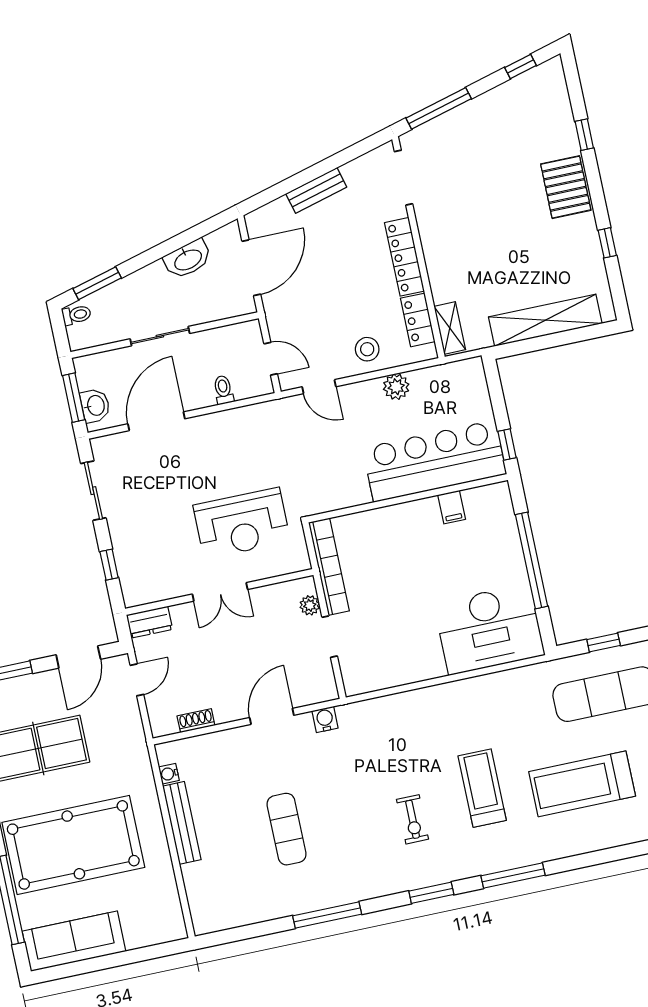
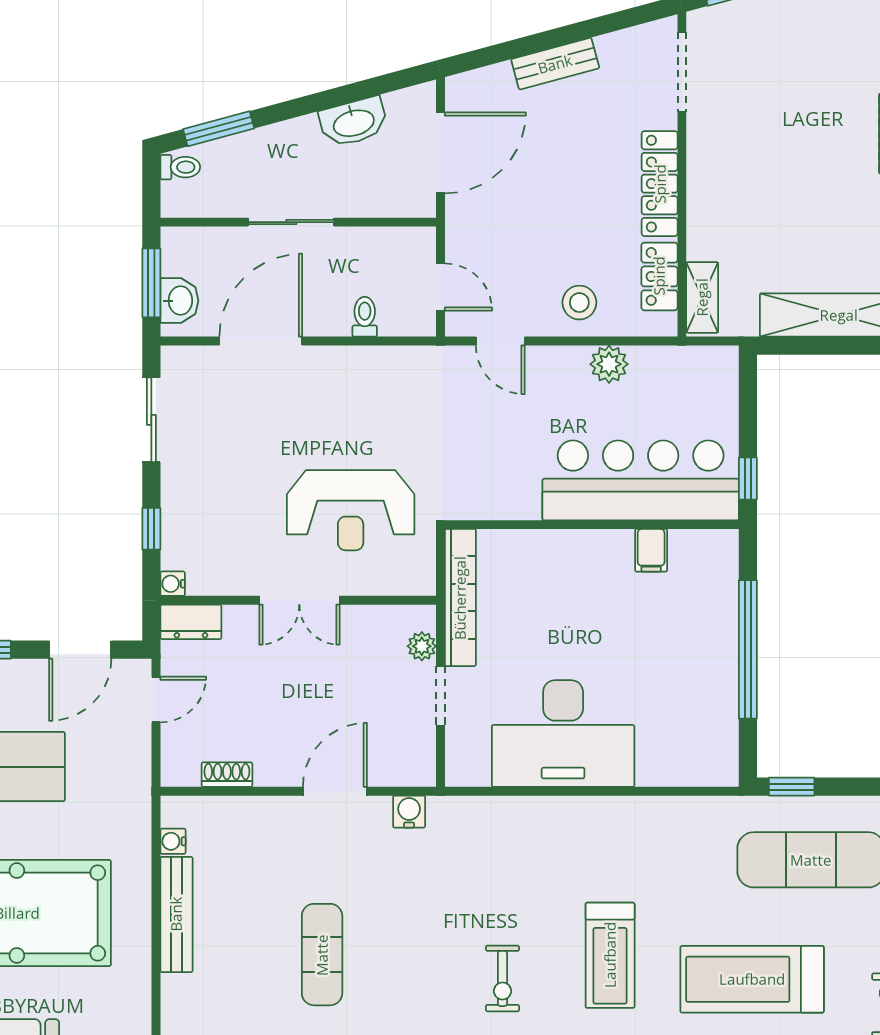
water cooler: (131, 599) -> (173, 584), added
desk: (489, 629) -> (563, 734), moved
window: (604, 642) -> (792, 787), moved
treadmill: (482, 788) -> (610, 955), turned 180

